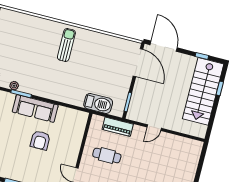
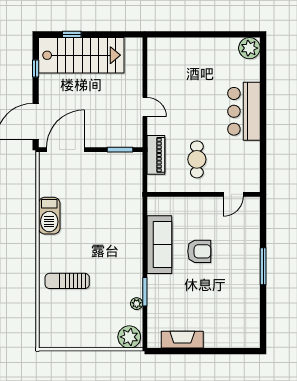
sun lounger: (66, 45) -> (67, 281), moved
barbecue: (98, 103) -> (49, 216), moved, turned 180
sofa: (35, 108) -> (159, 245), moved

